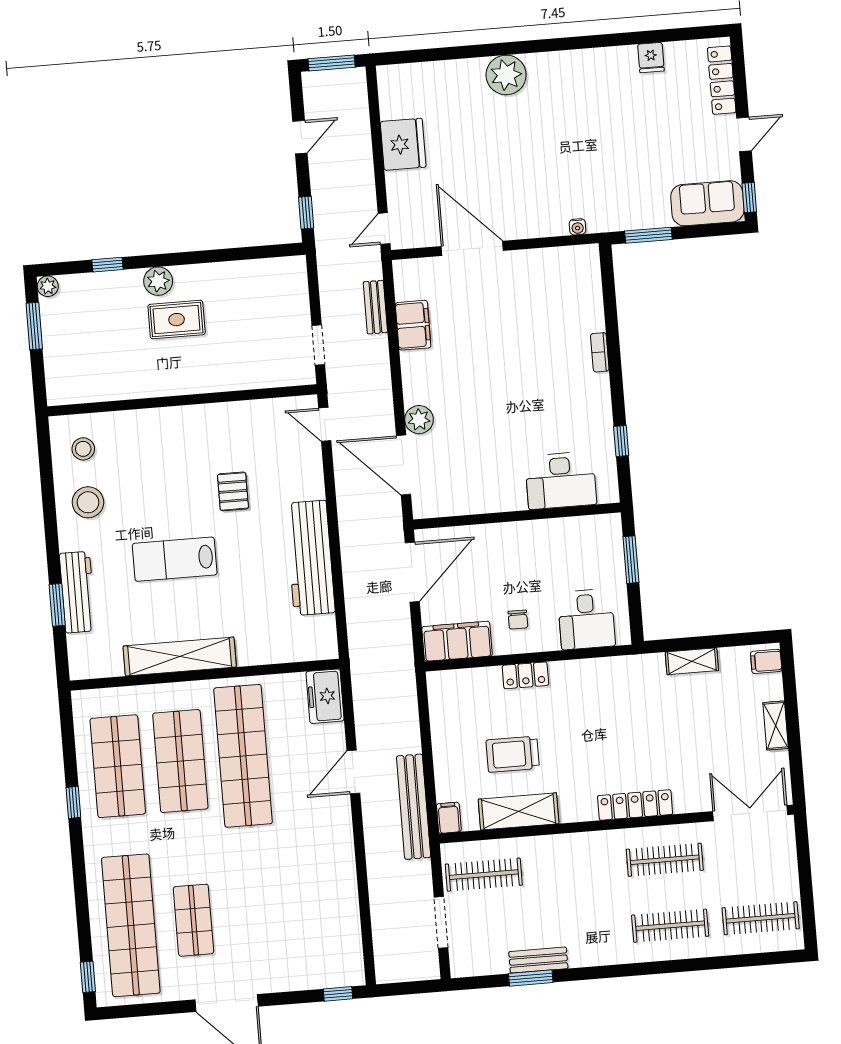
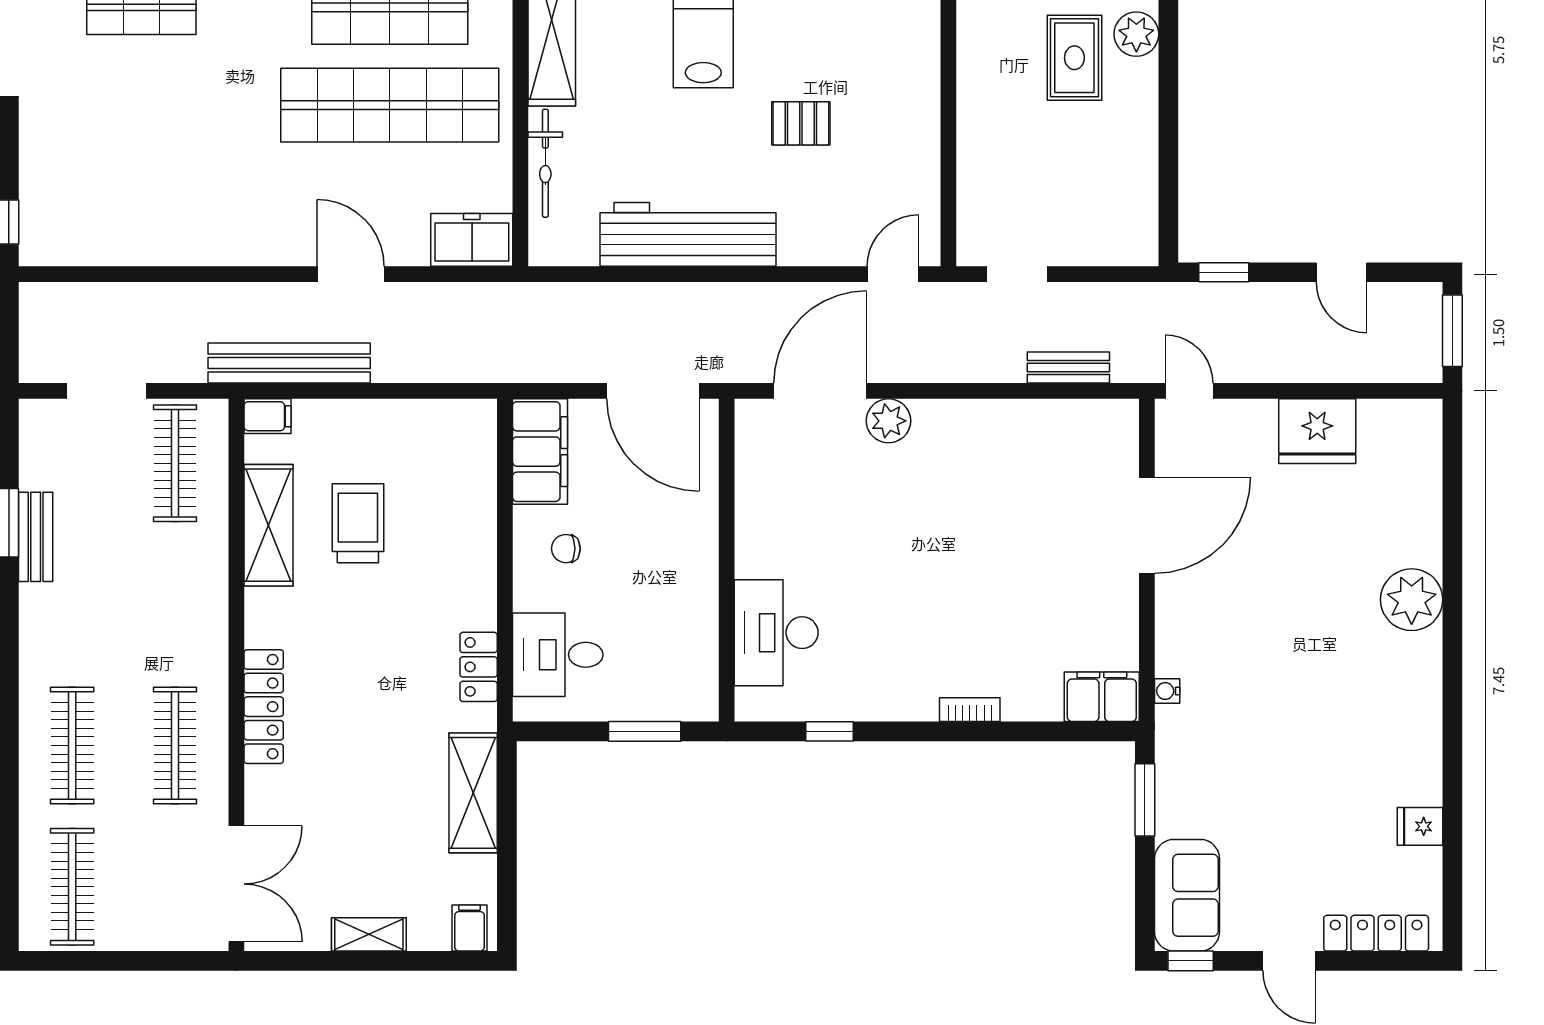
filing cabinet: (413, 325) -> (1102, 697), moved, turned 180
bicycle: (272, 653) -> (545, 163), added
shelving: (692, 661) -> (473, 793), width x1.50, depth x1.33
locker: (525, 675) -> (479, 667), moved

